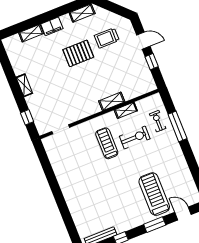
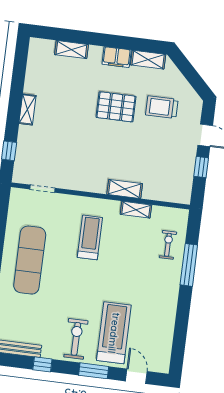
filing cabinet: (52, 26) -> (117, 57), moved
exercise bike: (135, 137) -> (76, 339), moved, turned -90
exercise mat: (77, 178) -> (30, 260), added

